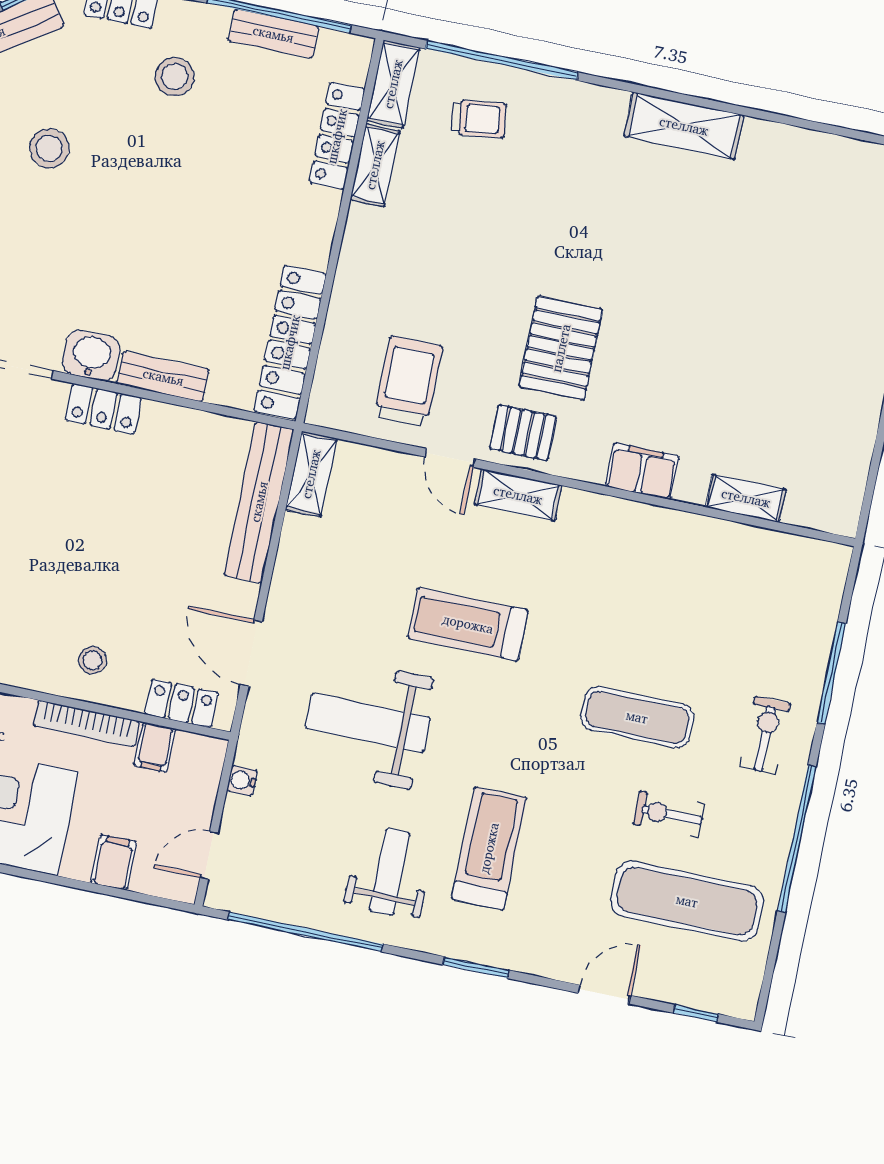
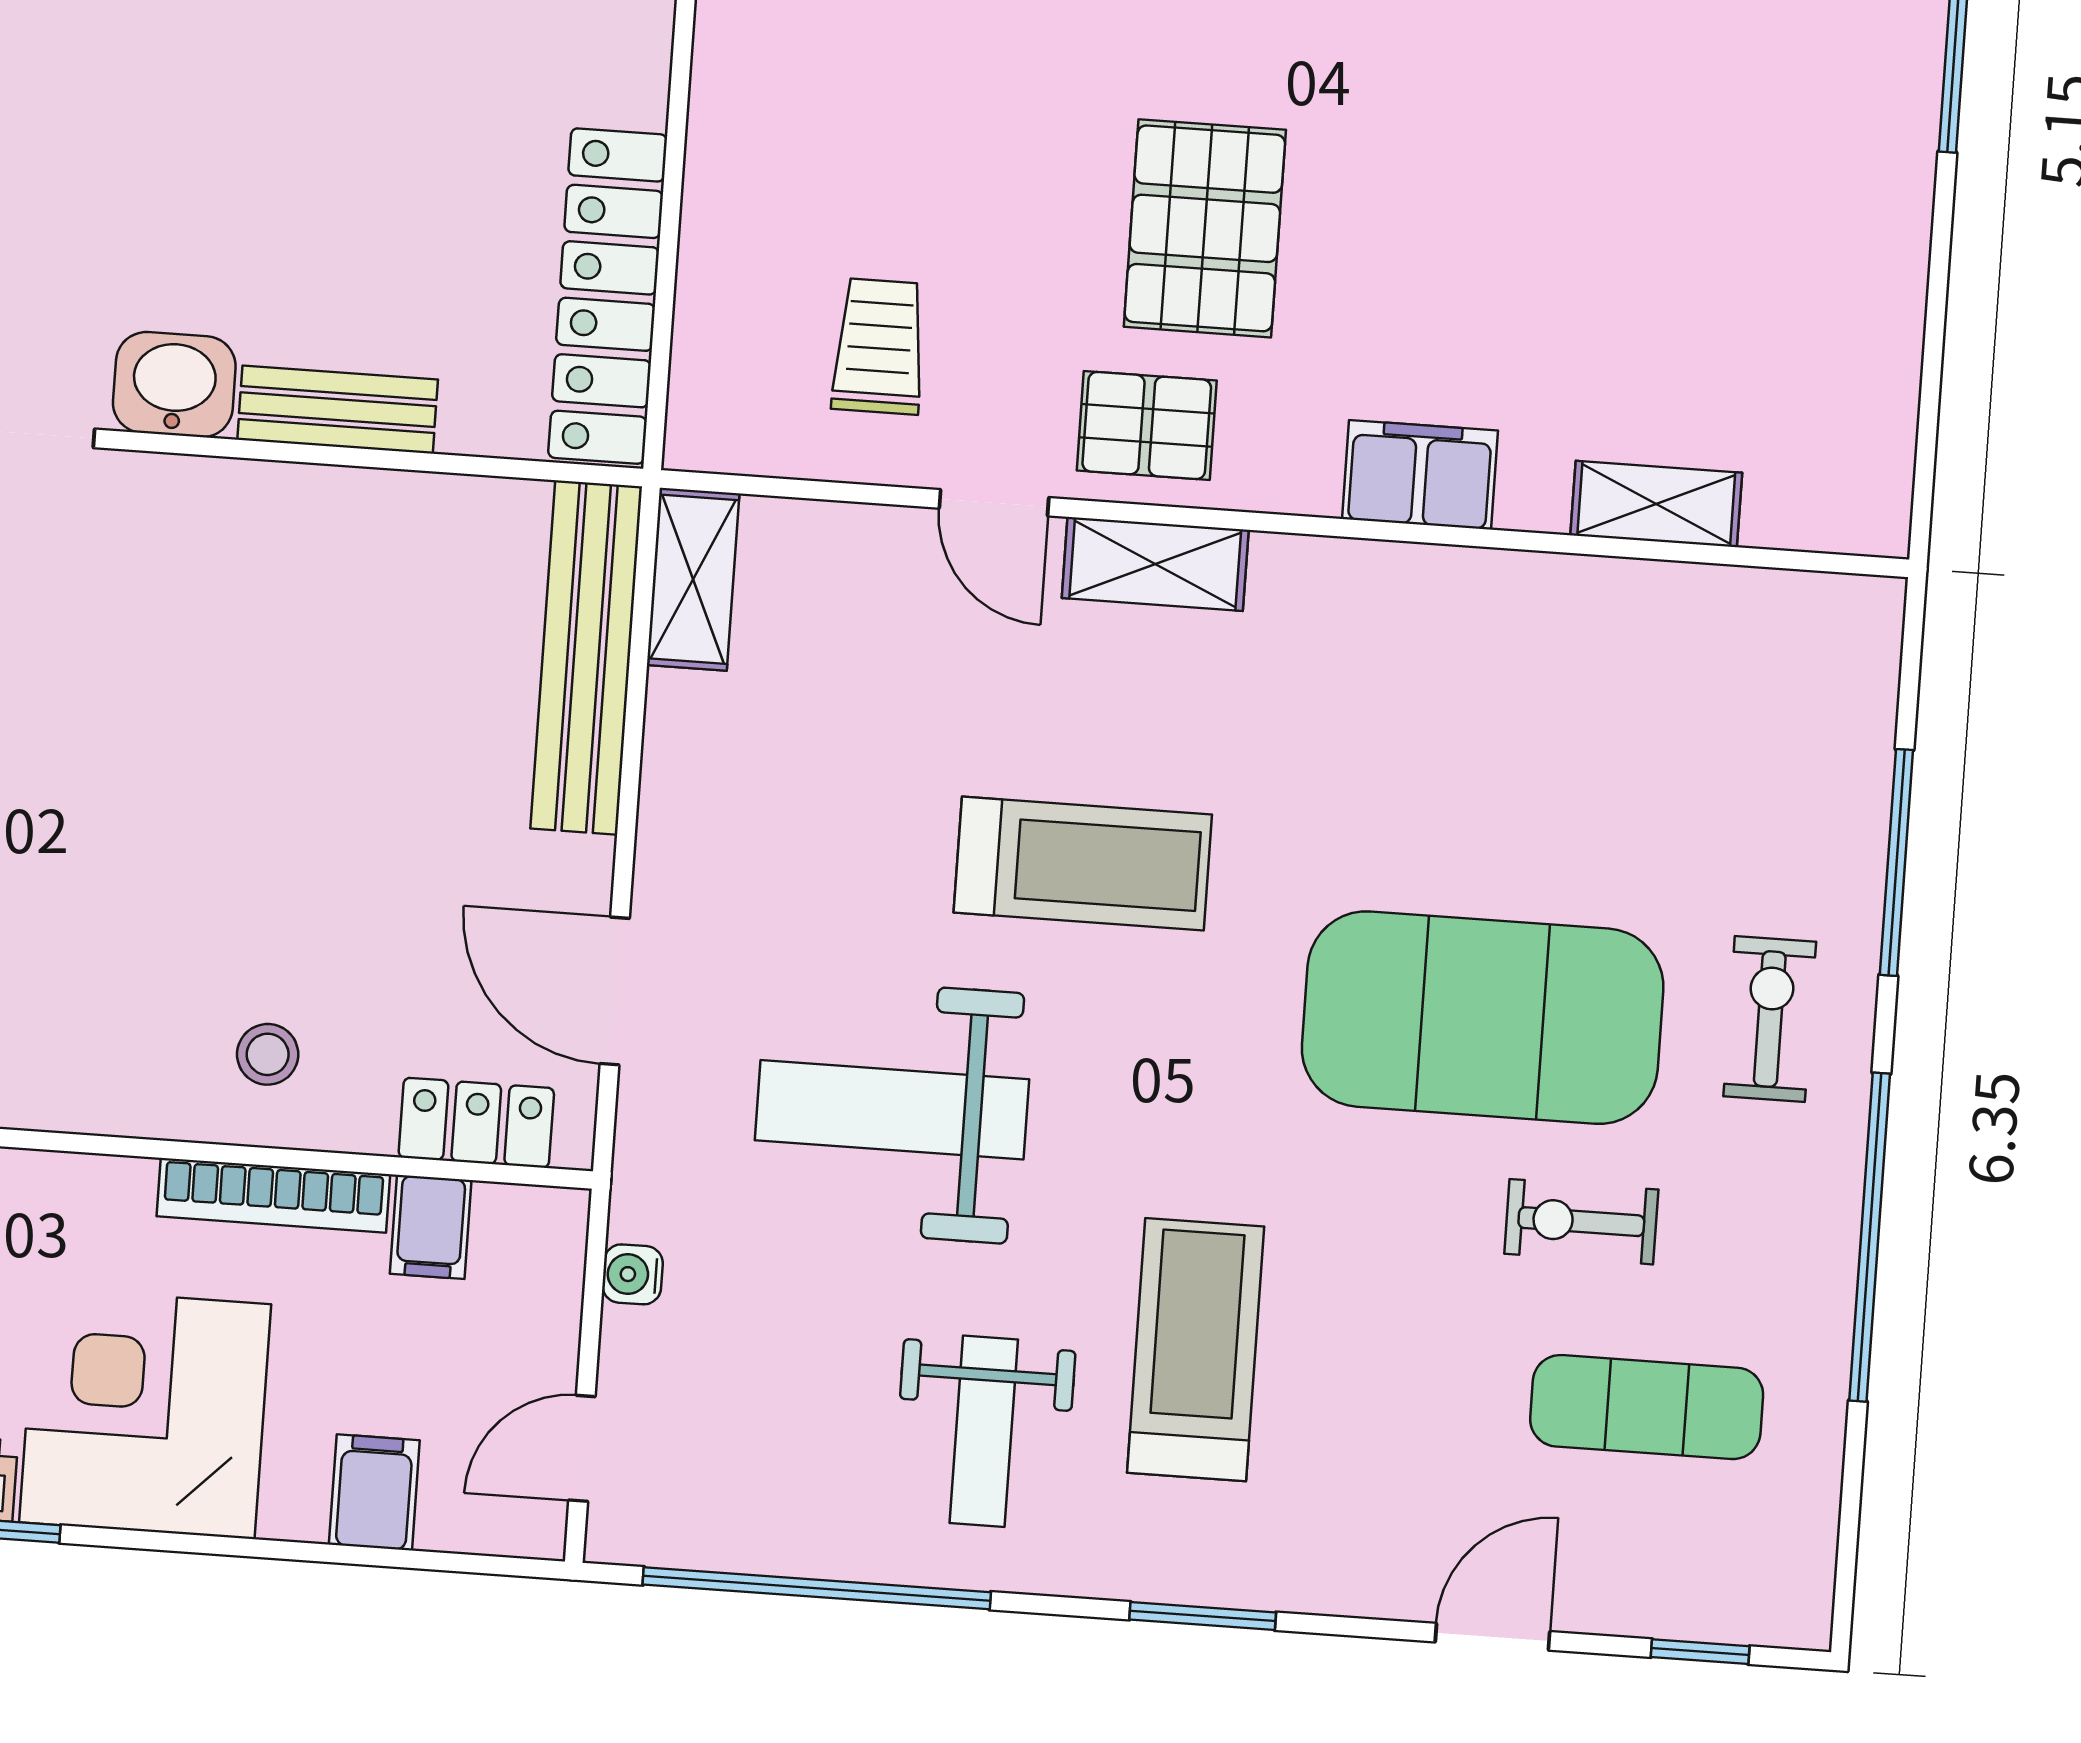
trolley: (408, 381) -> (879, 346), width x0.73, depth x0.72
locker: (103, 409) -> (217, 498), removed
treadmill: (468, 624) -> (1083, 863), turned 180
exercise mat: (637, 717) -> (1483, 1018), width x2.00, depth x1.45
weight bench: (389, 872) -> (984, 1431), turned 180
exercise mat: (687, 901) -> (1647, 1407), width x0.73, depth x0.69

